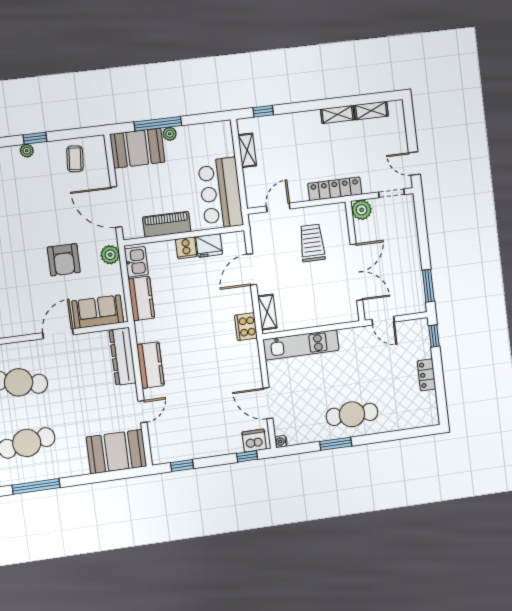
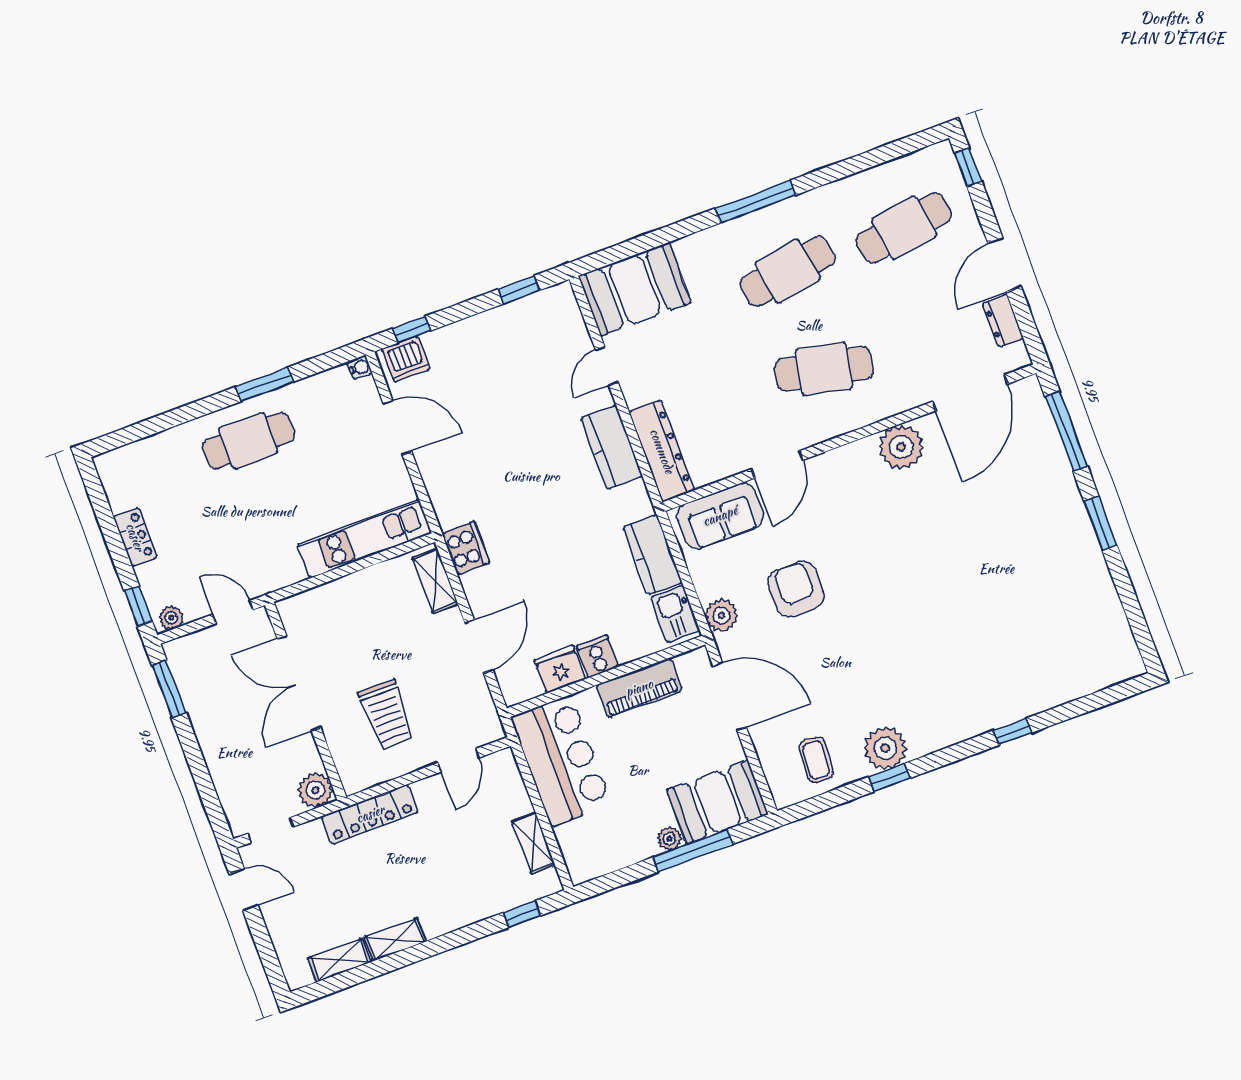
plant: (27, 151) -> (885, 748), width x1.88, depth x1.88
plant: (418, 325) -> (171, 618), added

